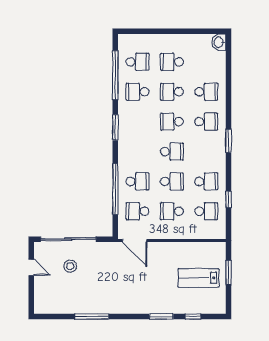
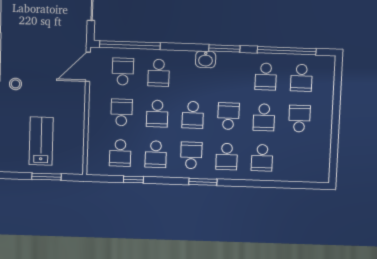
washbasin: (219, 42) -> (206, 59), moved, turned 180
school desk: (138, 92) -> (266, 77), turned 180
school desk: (172, 92) -> (264, 117), turned 180
school desk: (206, 152) -> (191, 155), added
window: (115, 189) -> (130, 45), moved
stool: (151, 300) -> (15, 84), added

